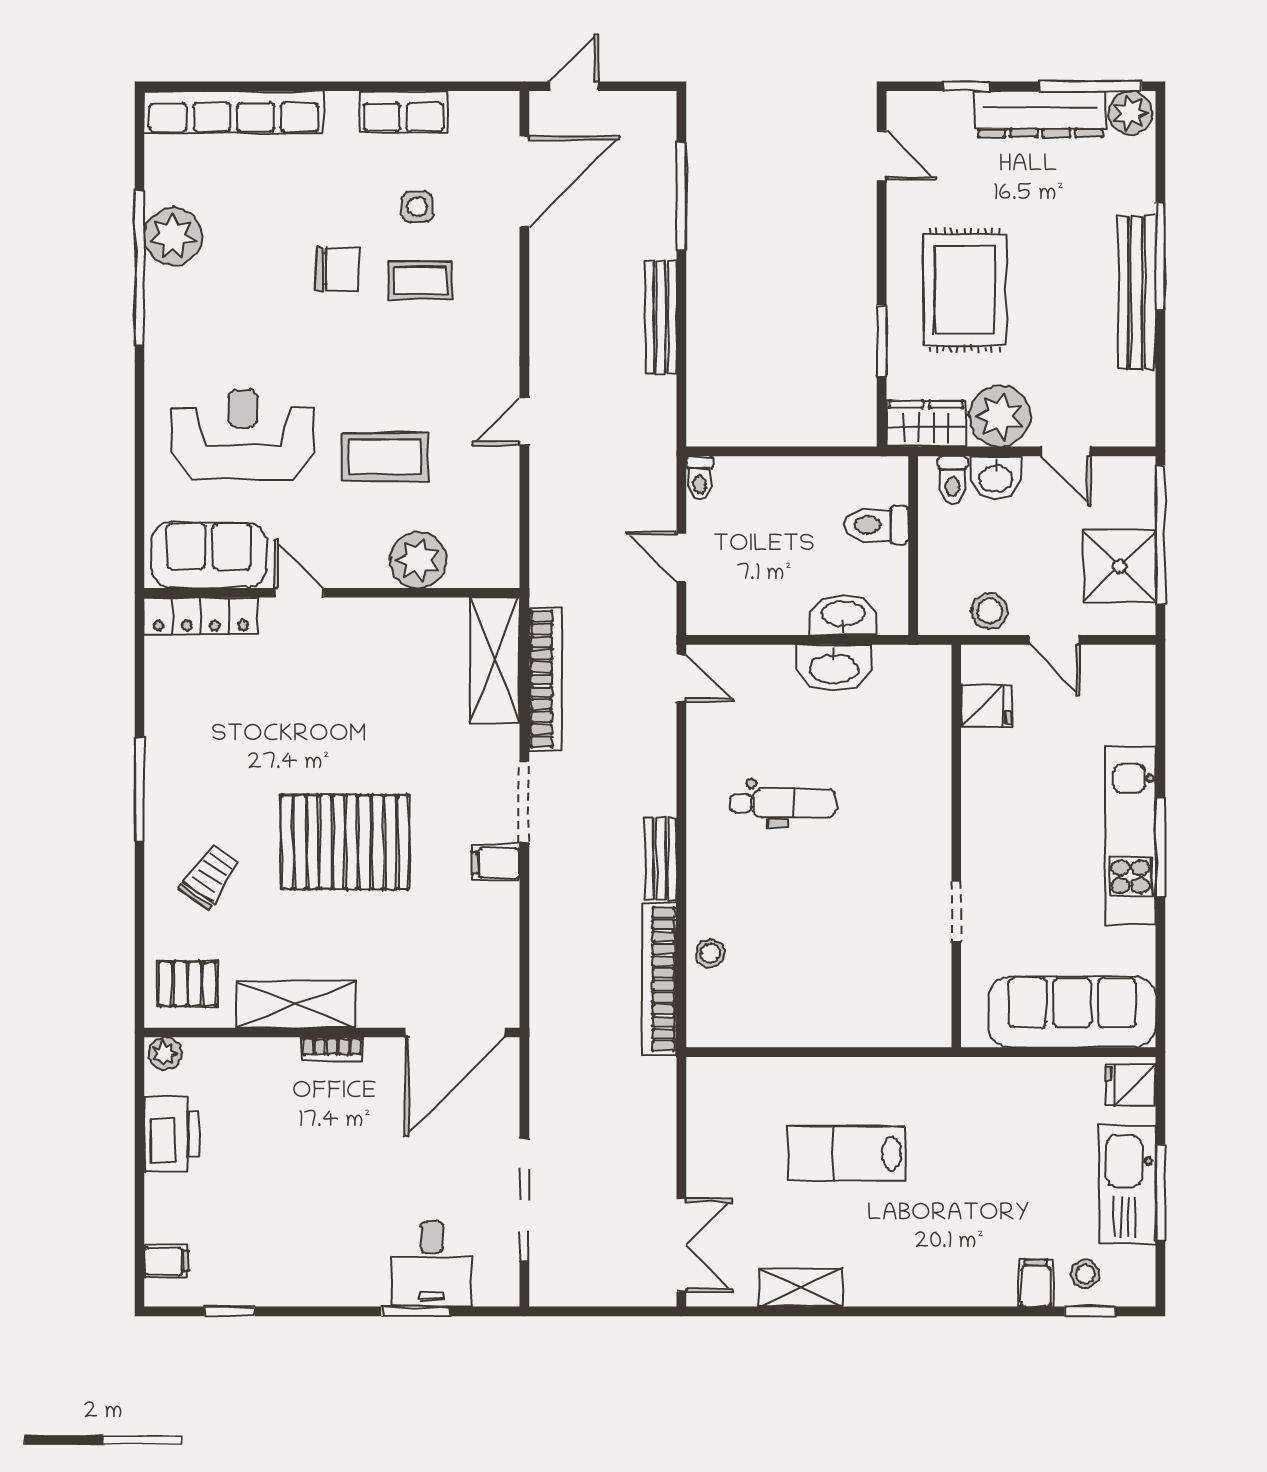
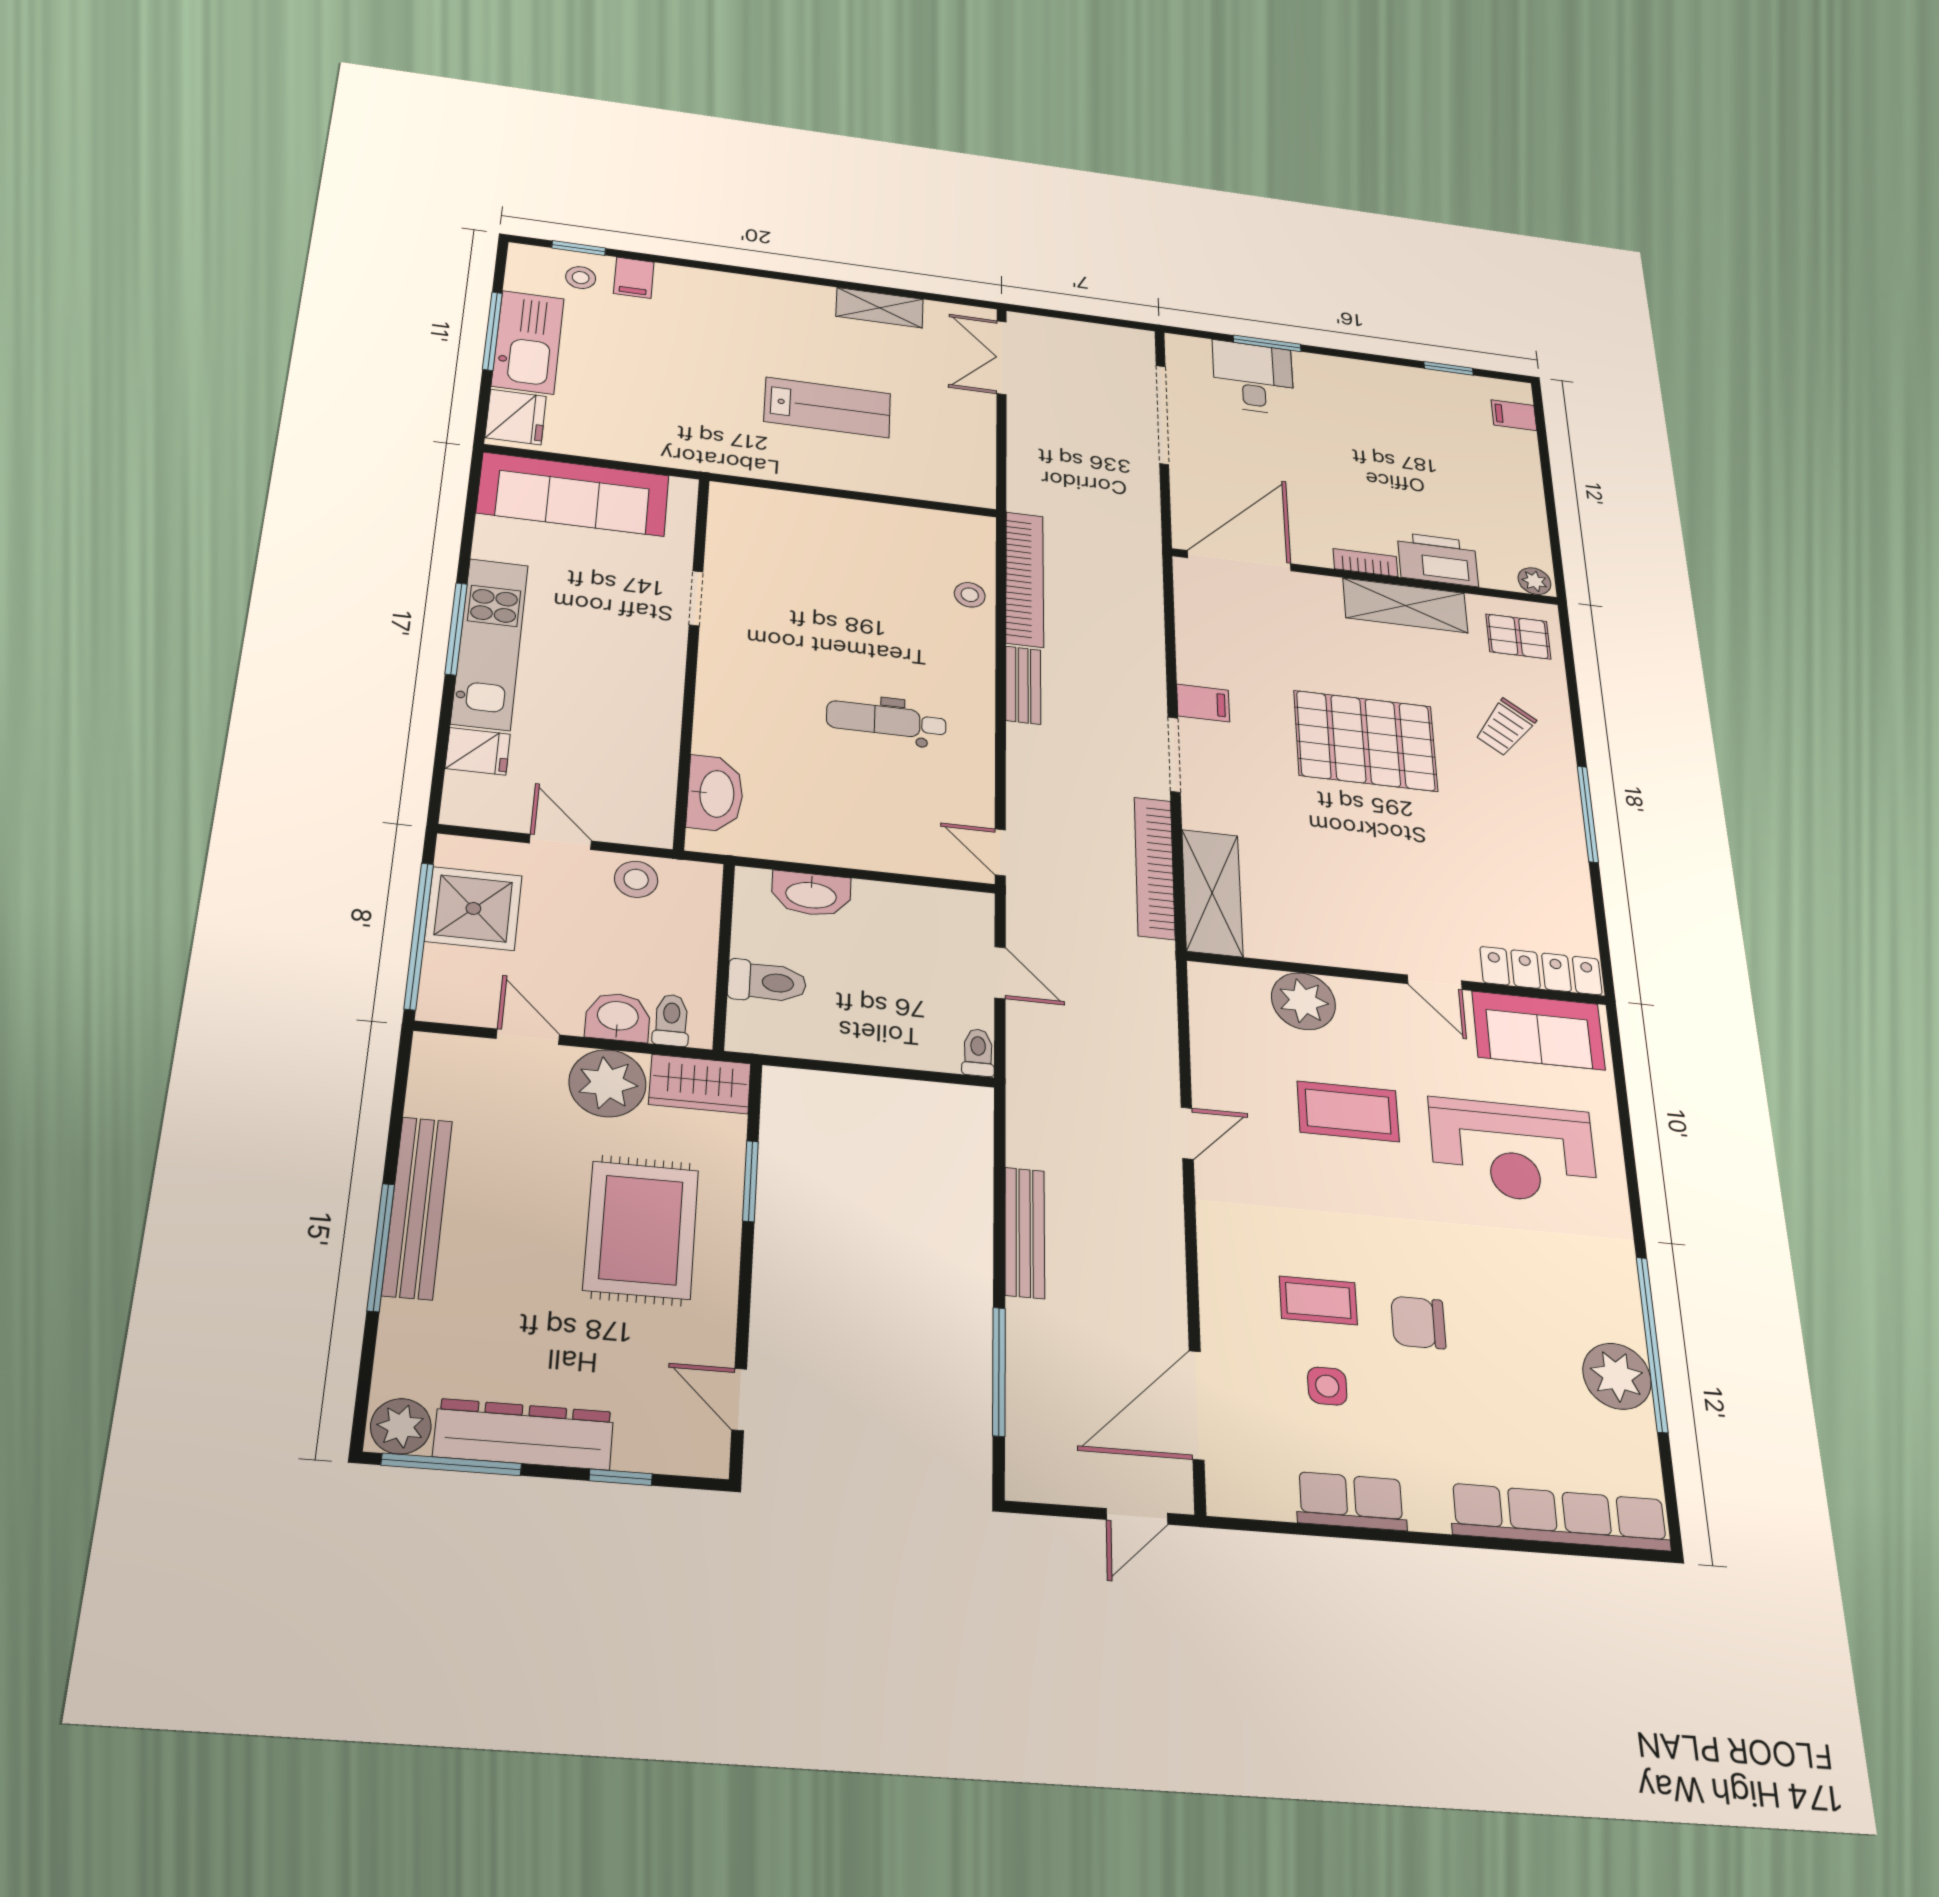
washbasin: (833, 668) -> (715, 794), moved, turned 90
fridge: (986, 706) -> (478, 751), moved, turned 180
fridge: (1130, 1085) -> (516, 417), width x1.38
printer: (172, 1134) -> (1438, 559), moved, turned 90

